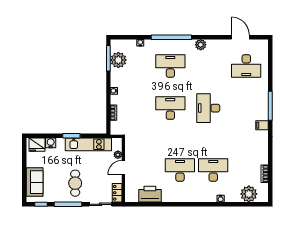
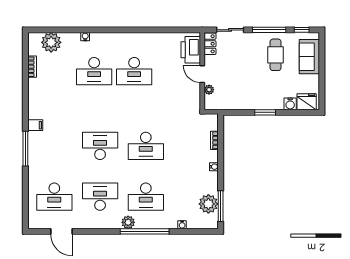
plant: (201, 45) -> (128, 222), moved
desk: (208, 66) -> (100, 197), added
desk: (246, 66) -> (54, 197), turned 180
desk: (208, 108) -> (100, 146), turned -90
kitchen unit: (88, 144) -> (245, 102), removed
door: (123, 168) -> (202, 74), swing flipped
cafe table: (75, 183) -> (276, 55), moved
printer: (150, 194) -> (191, 50), moved, turned 90

